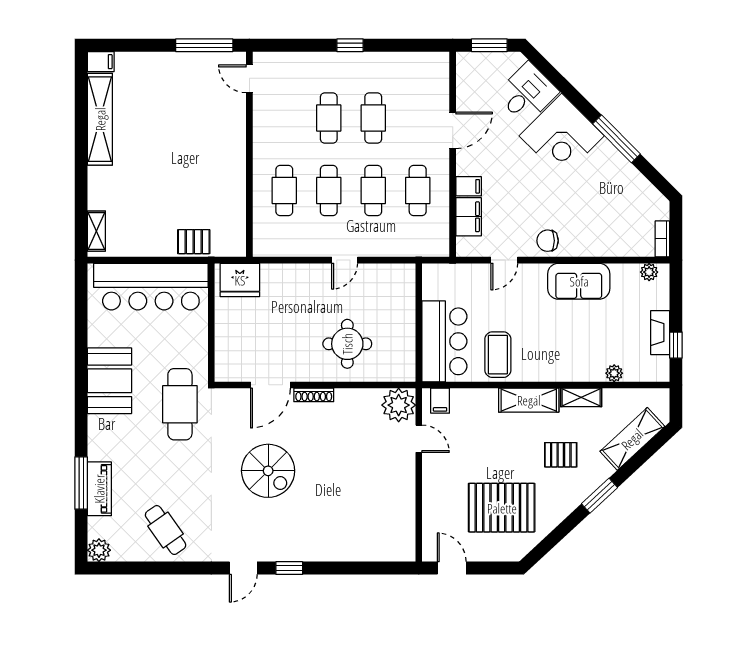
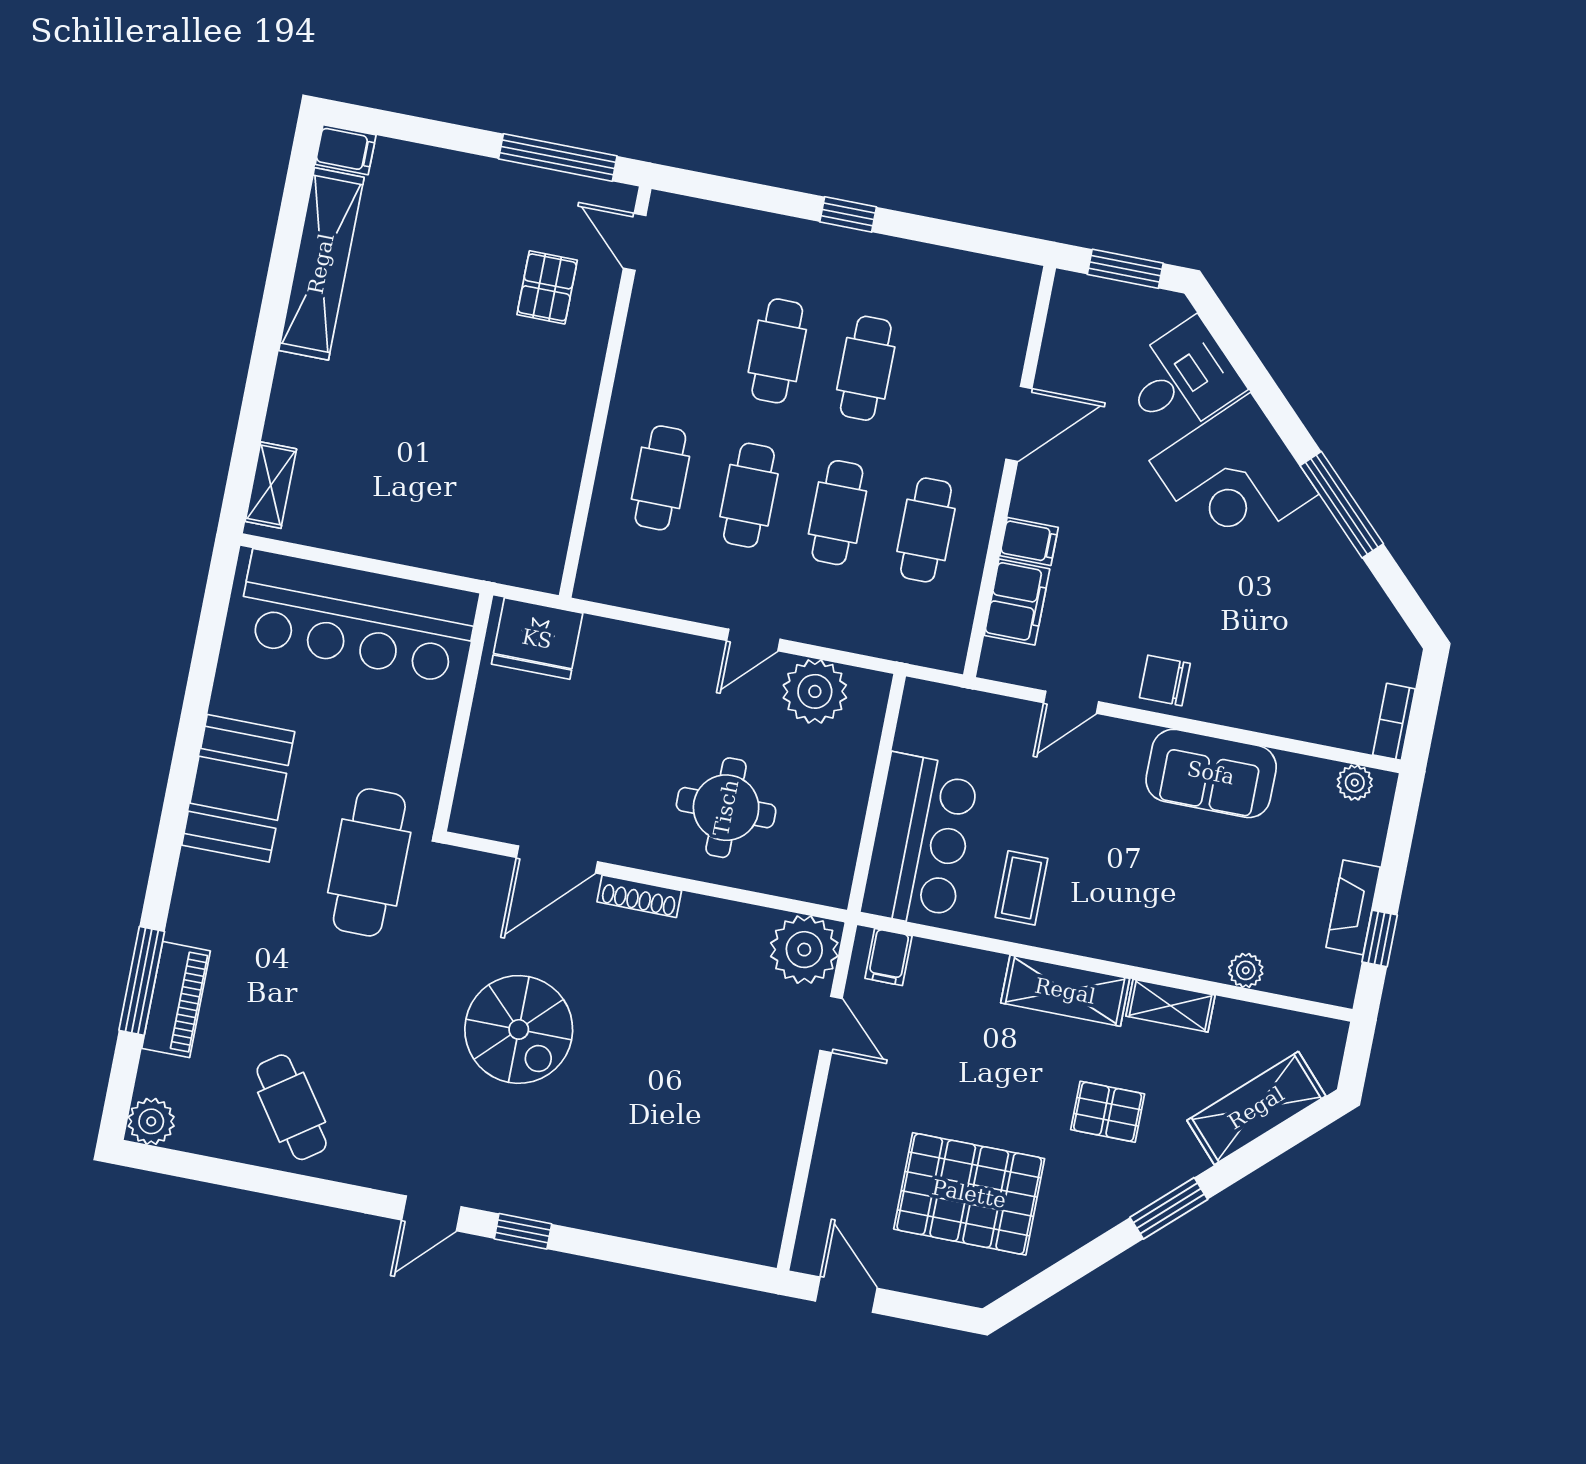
pallet: (194, 242) -> (547, 287), moved, turned 90
plant: (379, 279) -> (815, 691), added
coffee table: (498, 355) -> (1021, 888), width x0.73, depth x0.77

